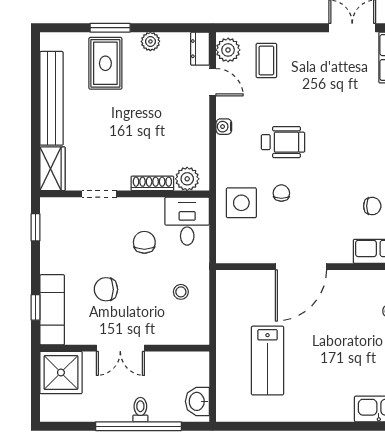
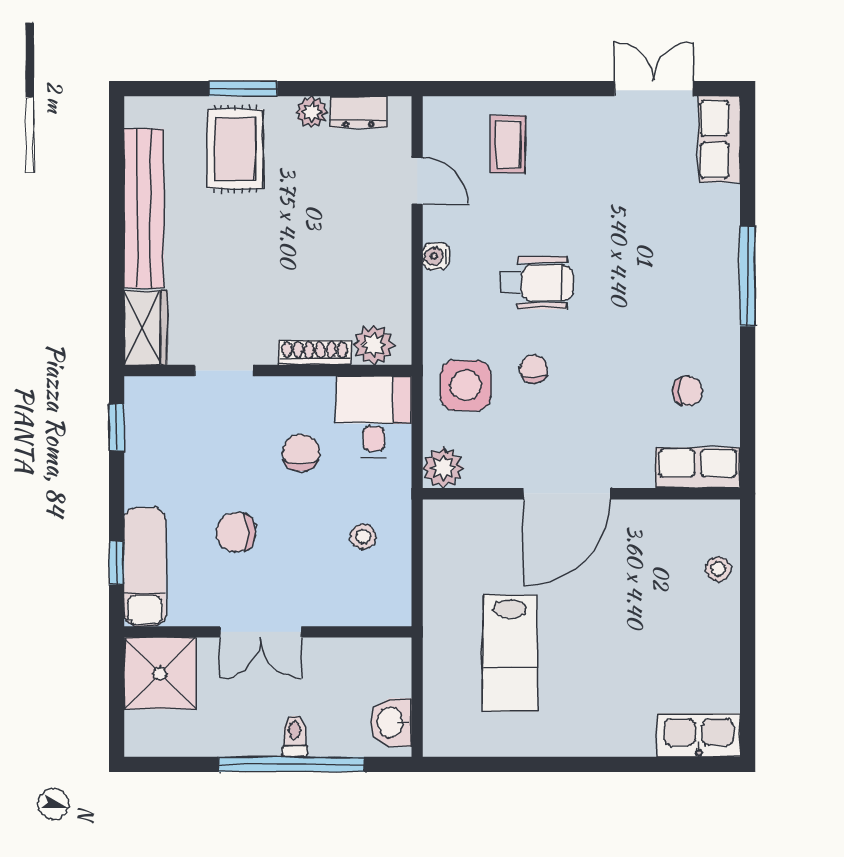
dresser: (200, 49) -> (359, 112), moved, turned -90
plant: (228, 50) -> (443, 468), moved

